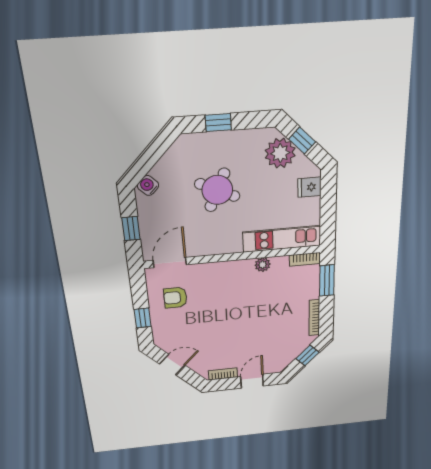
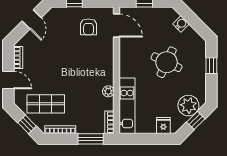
water cooler: (148, 185) -> (181, 24), moved
armchair: (175, 298) -> (88, 27), turned 180
shop shelf: (281, 337) -> (46, 104), added

